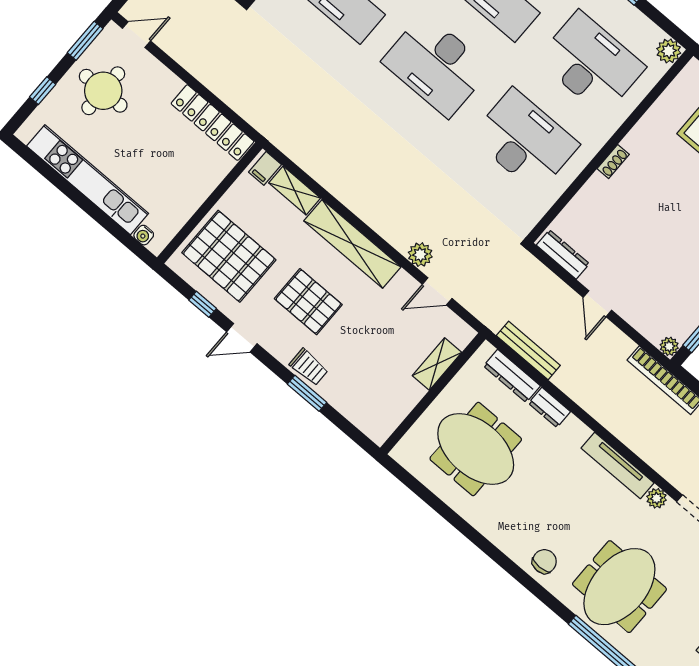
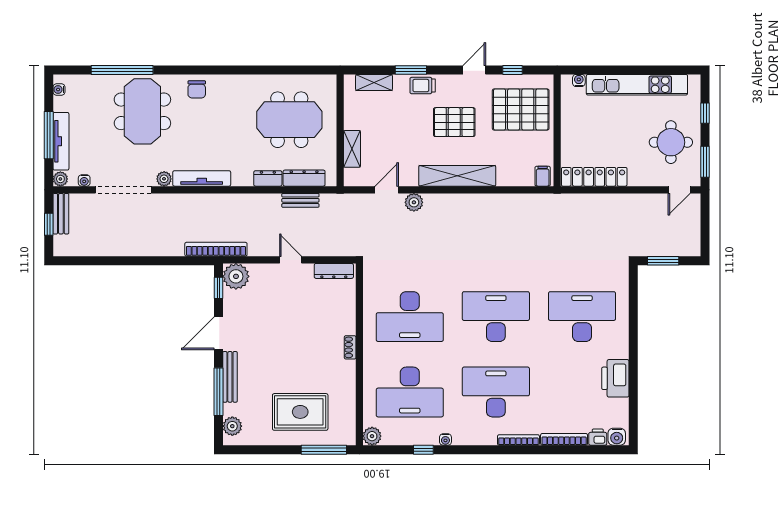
shelving: (295, 190) -> (374, 83), moved
plant: (669, 346) -> (236, 276), width x1.88, depth x1.88
bench: (528, 350) -> (300, 200), width x0.73

